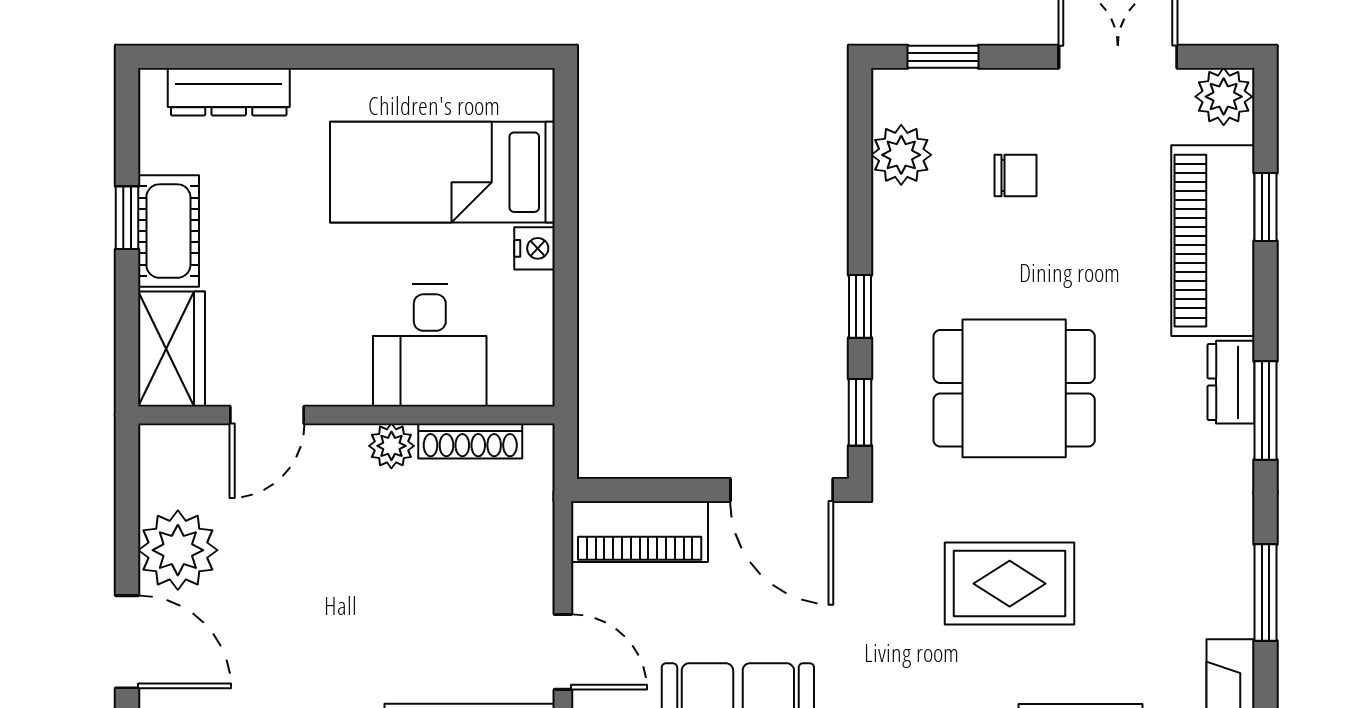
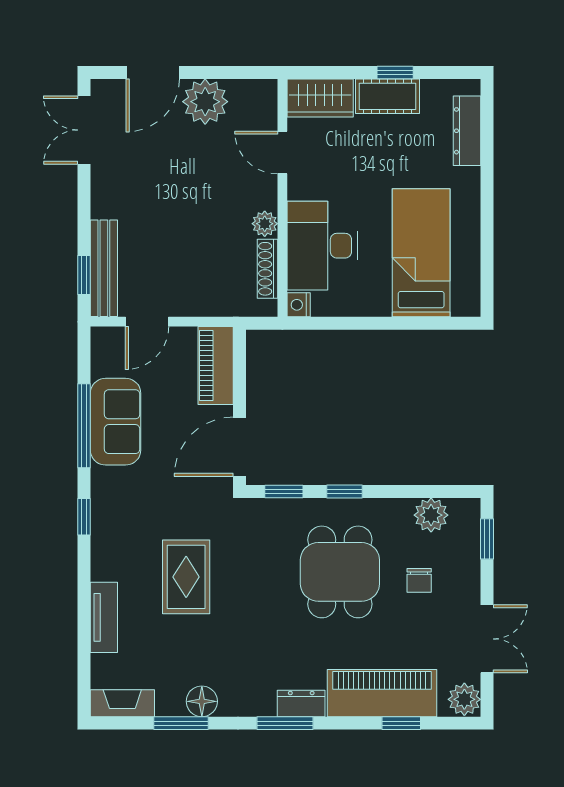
nightstand: (534, 248) -> (299, 305), moved, turned 90
desk: (430, 346) -> (322, 246), width x1.37
dining table: (1014, 388) -> (340, 572), moved
floor lamp: (1227, 556) -> (202, 701), added

